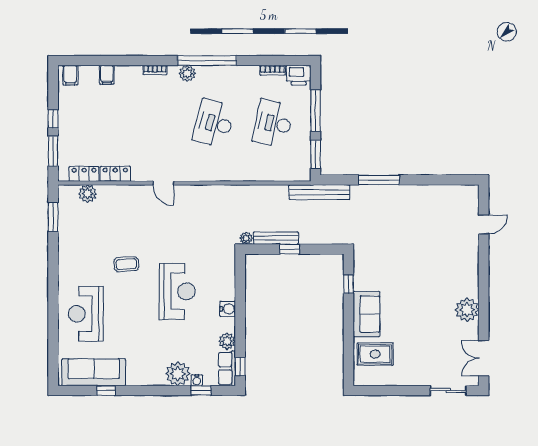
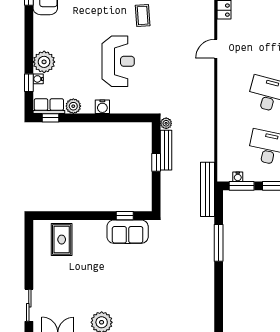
water cooler: (305, 159) -> (238, 177), added
reception desk: (177, 291) -> (118, 61), turned -90
sofa: (366, 314) -> (128, 232), moved

